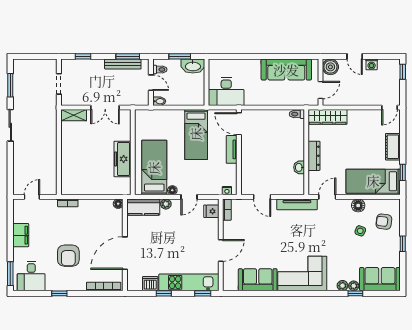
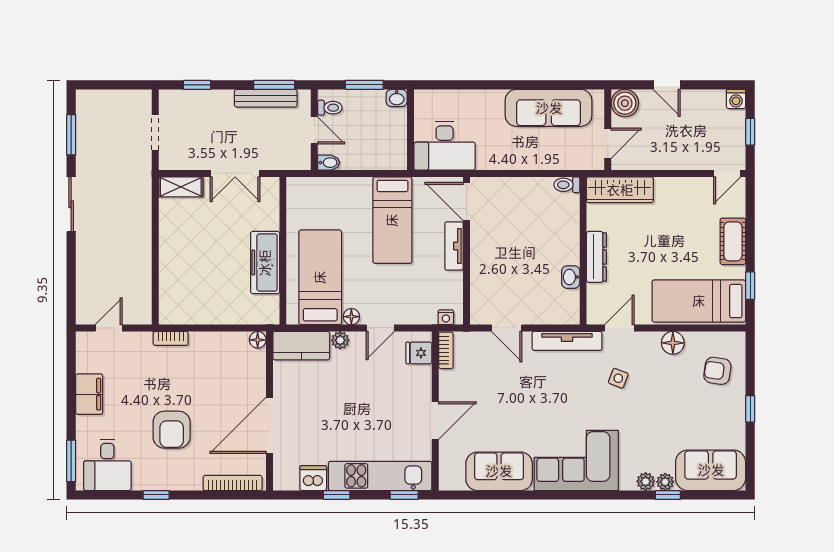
washing machine: (372, 64) -> (736, 99), moved
washbasin: (193, 66) -> (397, 98), width x0.52, depth x0.69
window: (403, 72) -> (750, 132), moved
side table: (360, 231) -> (618, 378), moved

